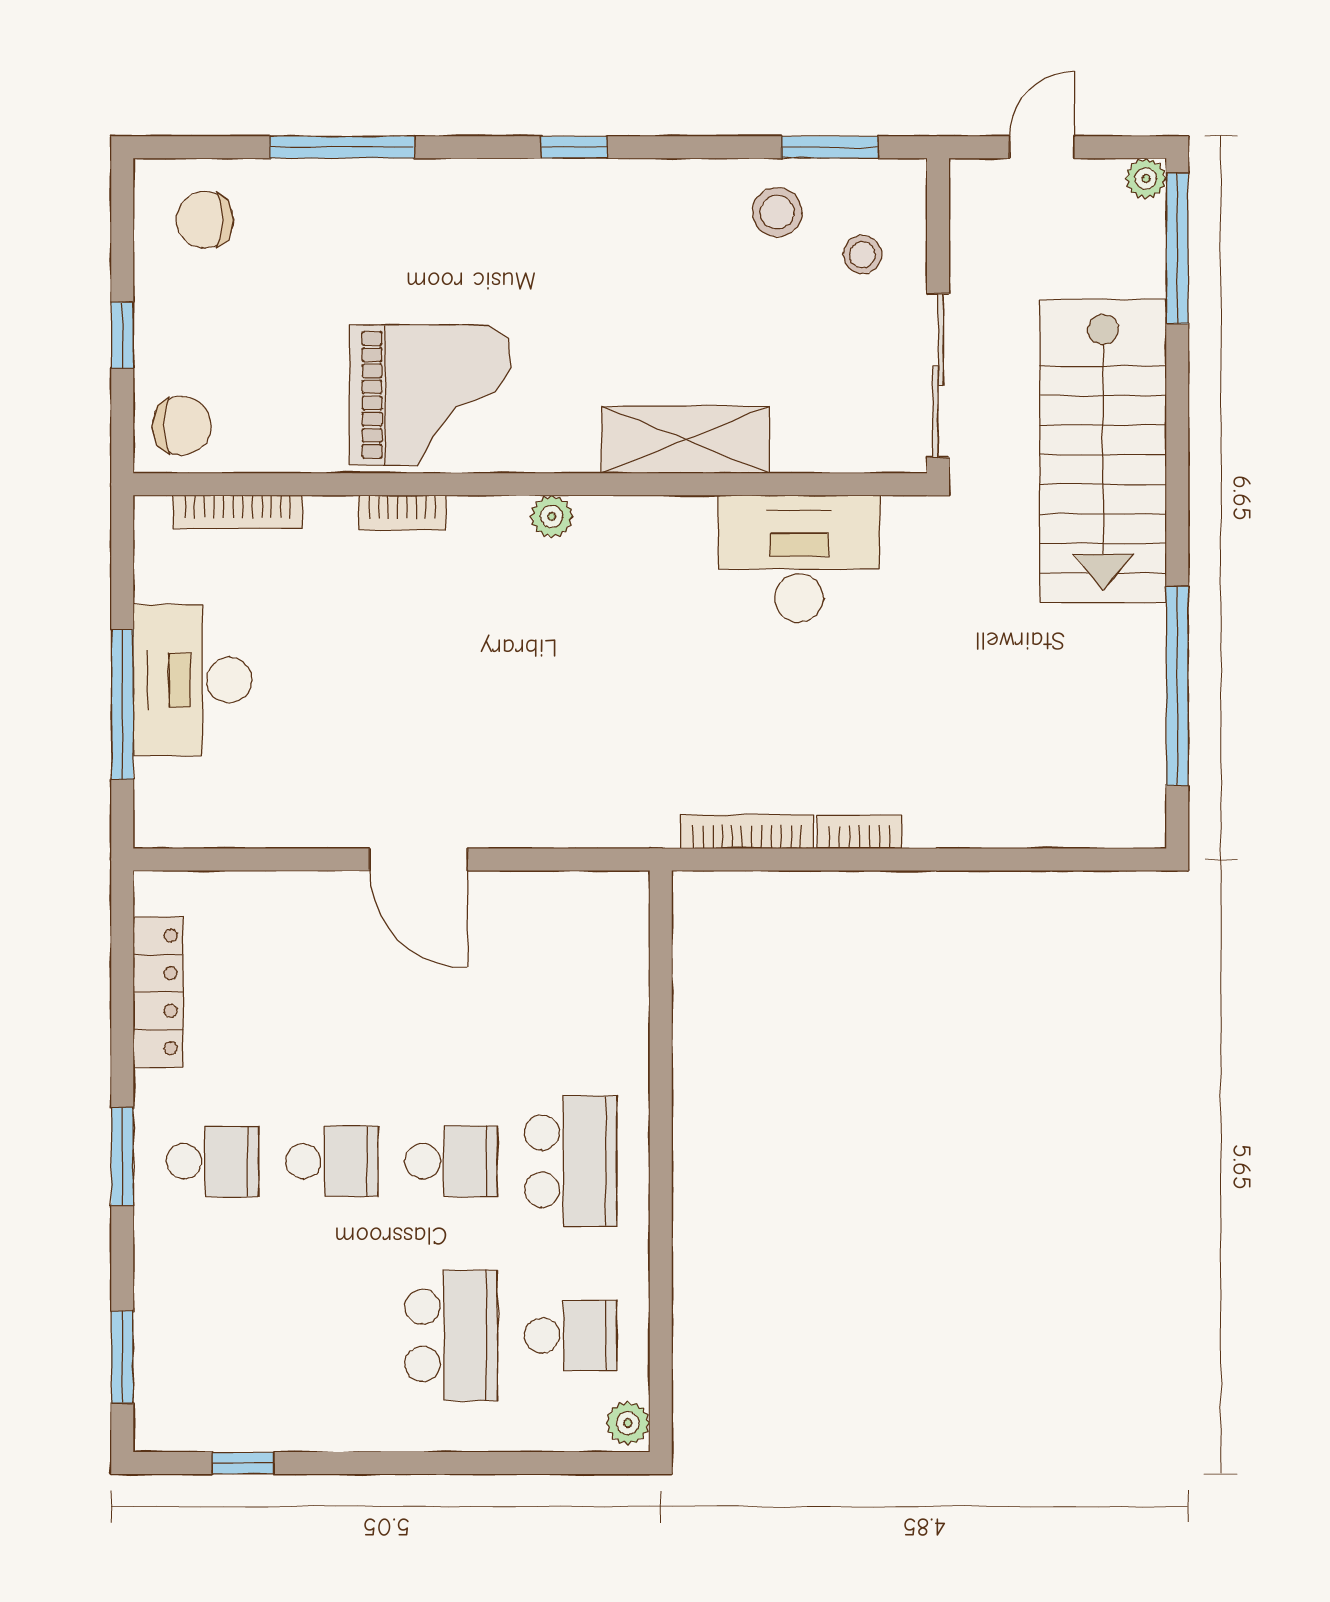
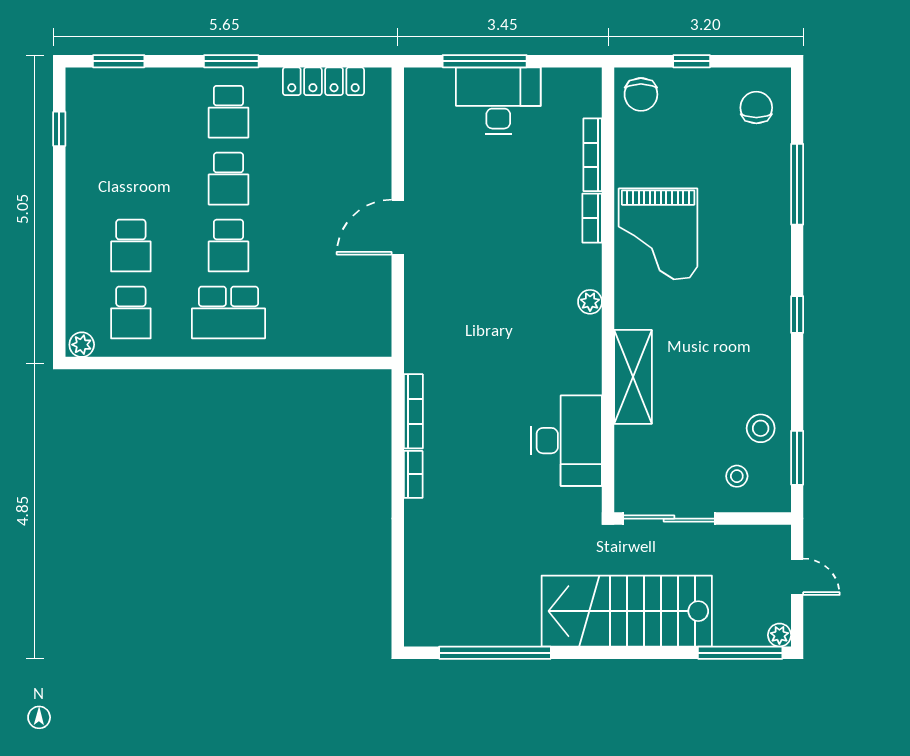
bookcase: (238, 512) -> (593, 155), moved
school desk: (451, 1335) -> (131, 246), width x0.54

